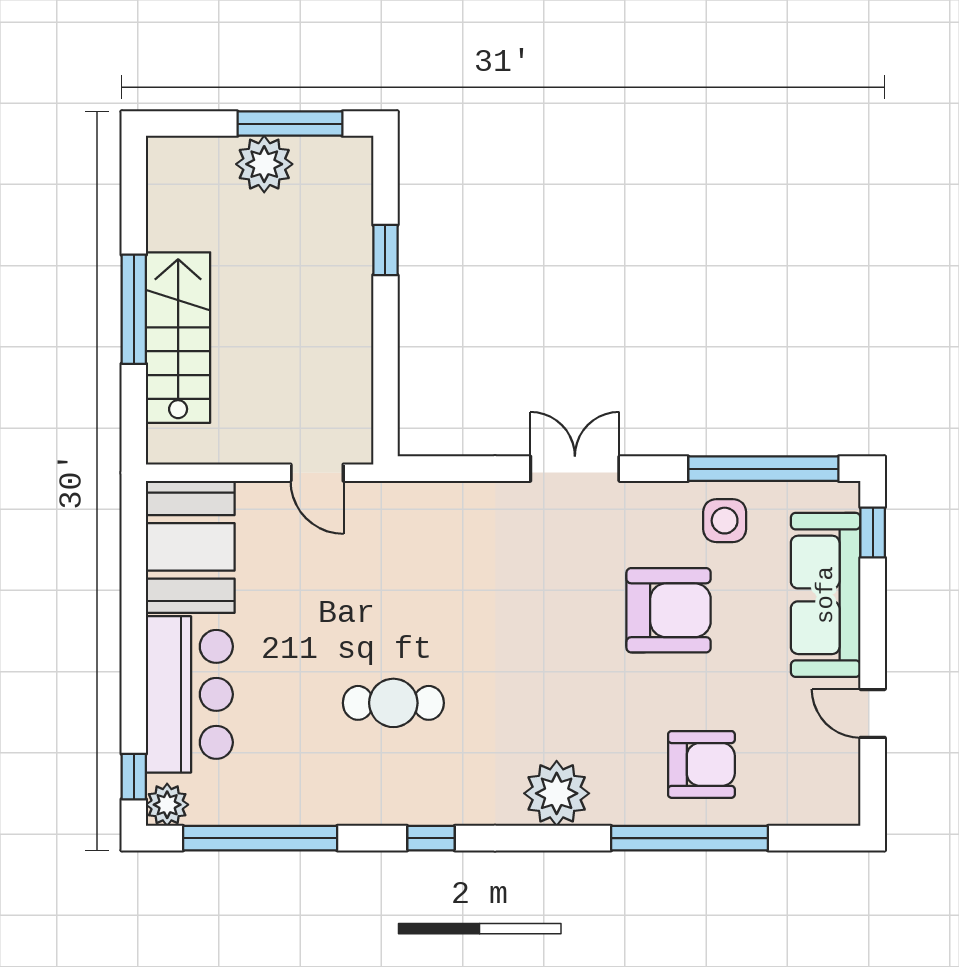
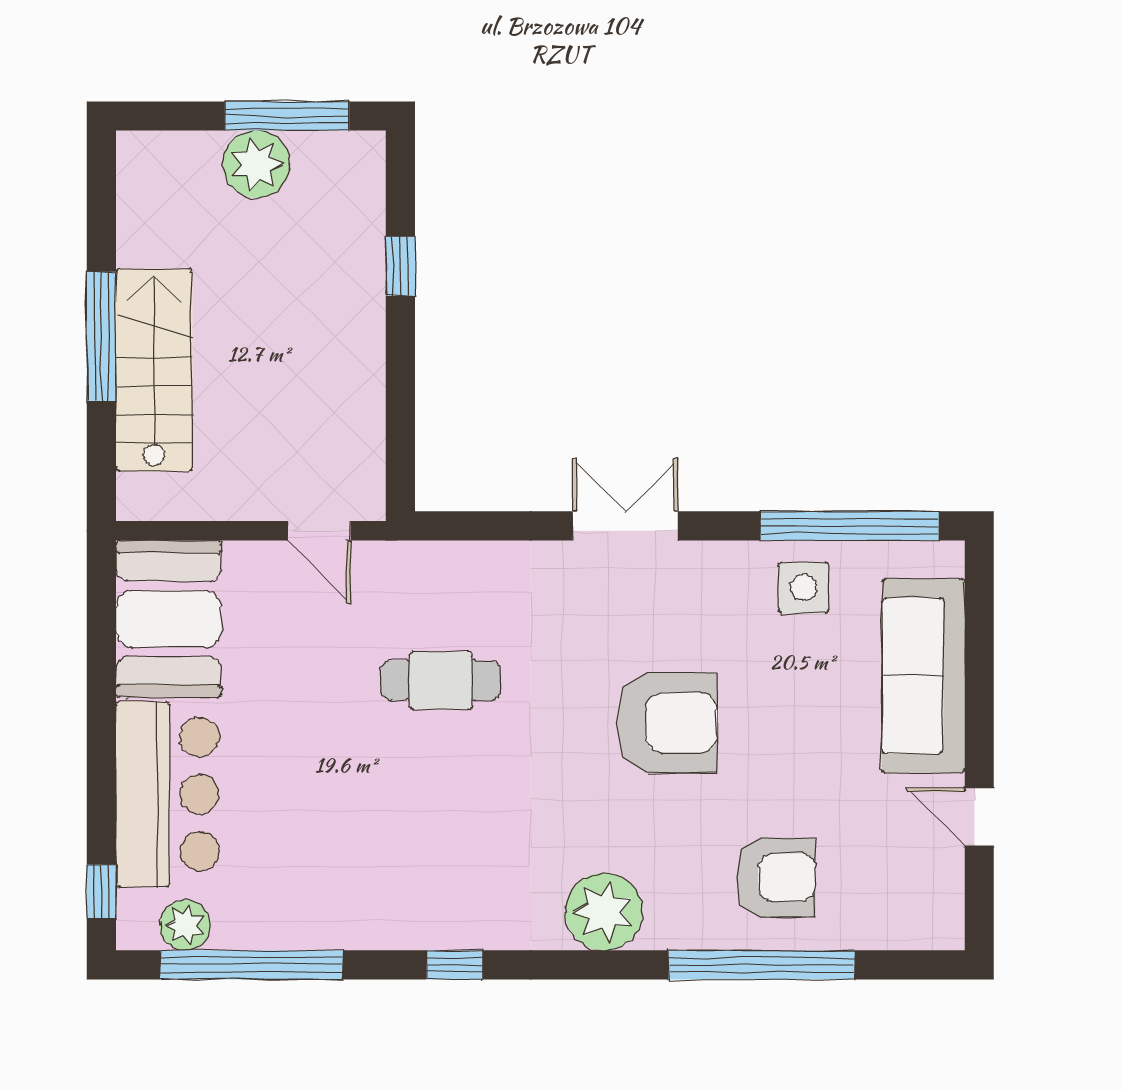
window: (873, 532) -> (979, 602), removed
armchair: (669, 610) -> (667, 723), moved
cafe table: (393, 703) -> (441, 681), moved
plant: (167, 805) -> (185, 925), moved

